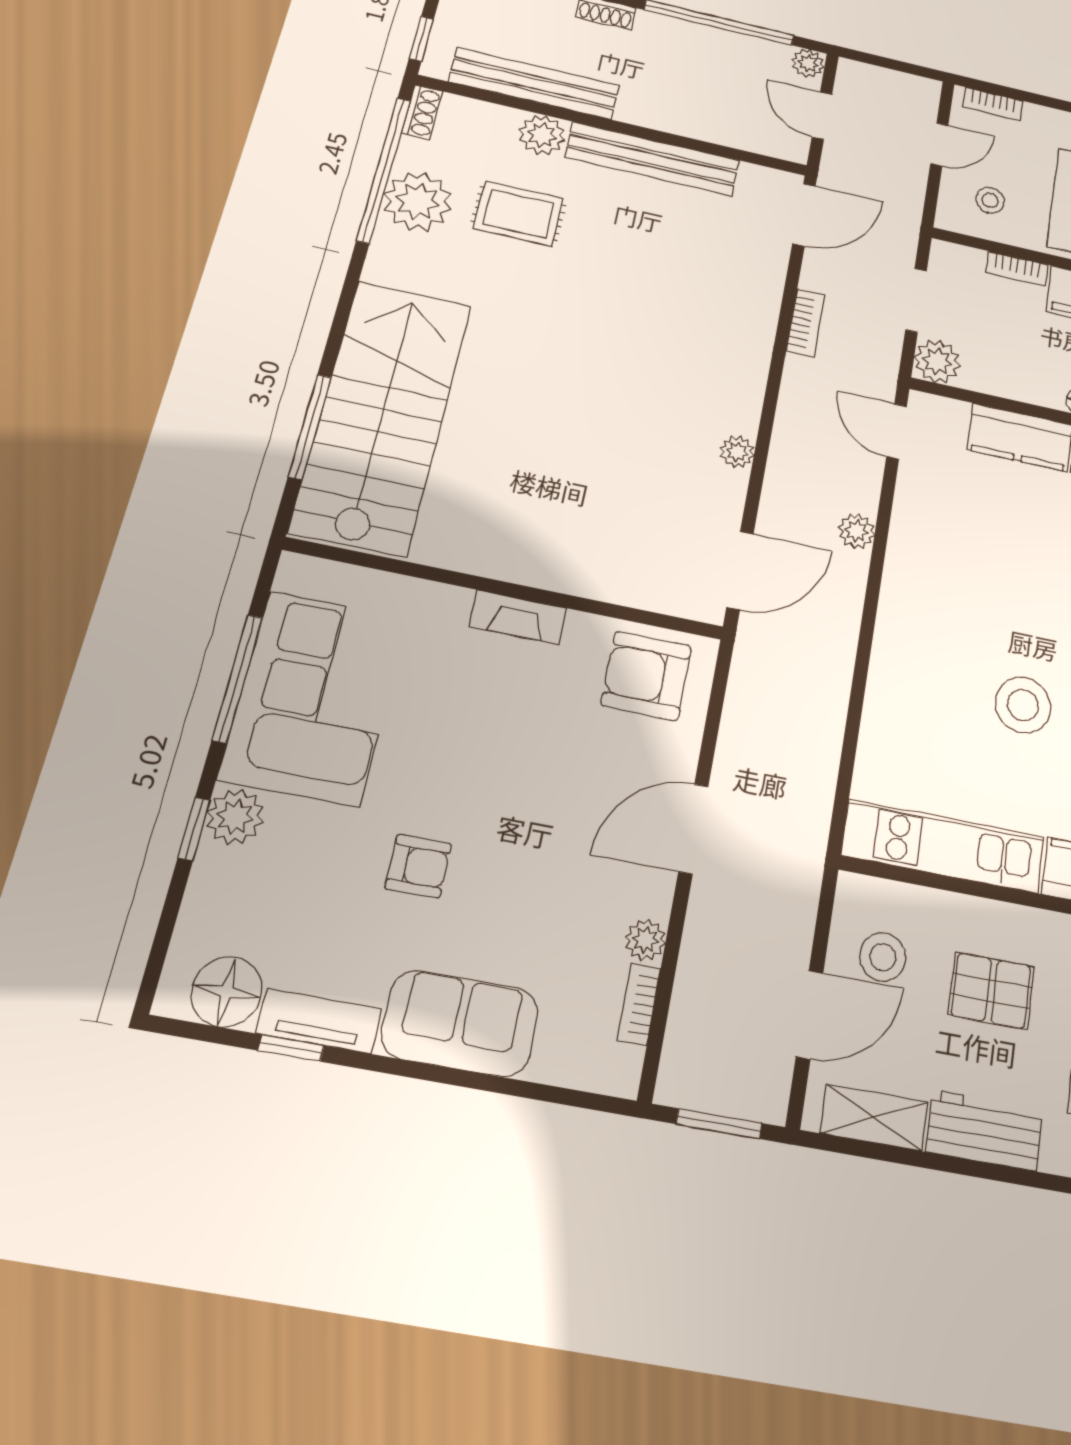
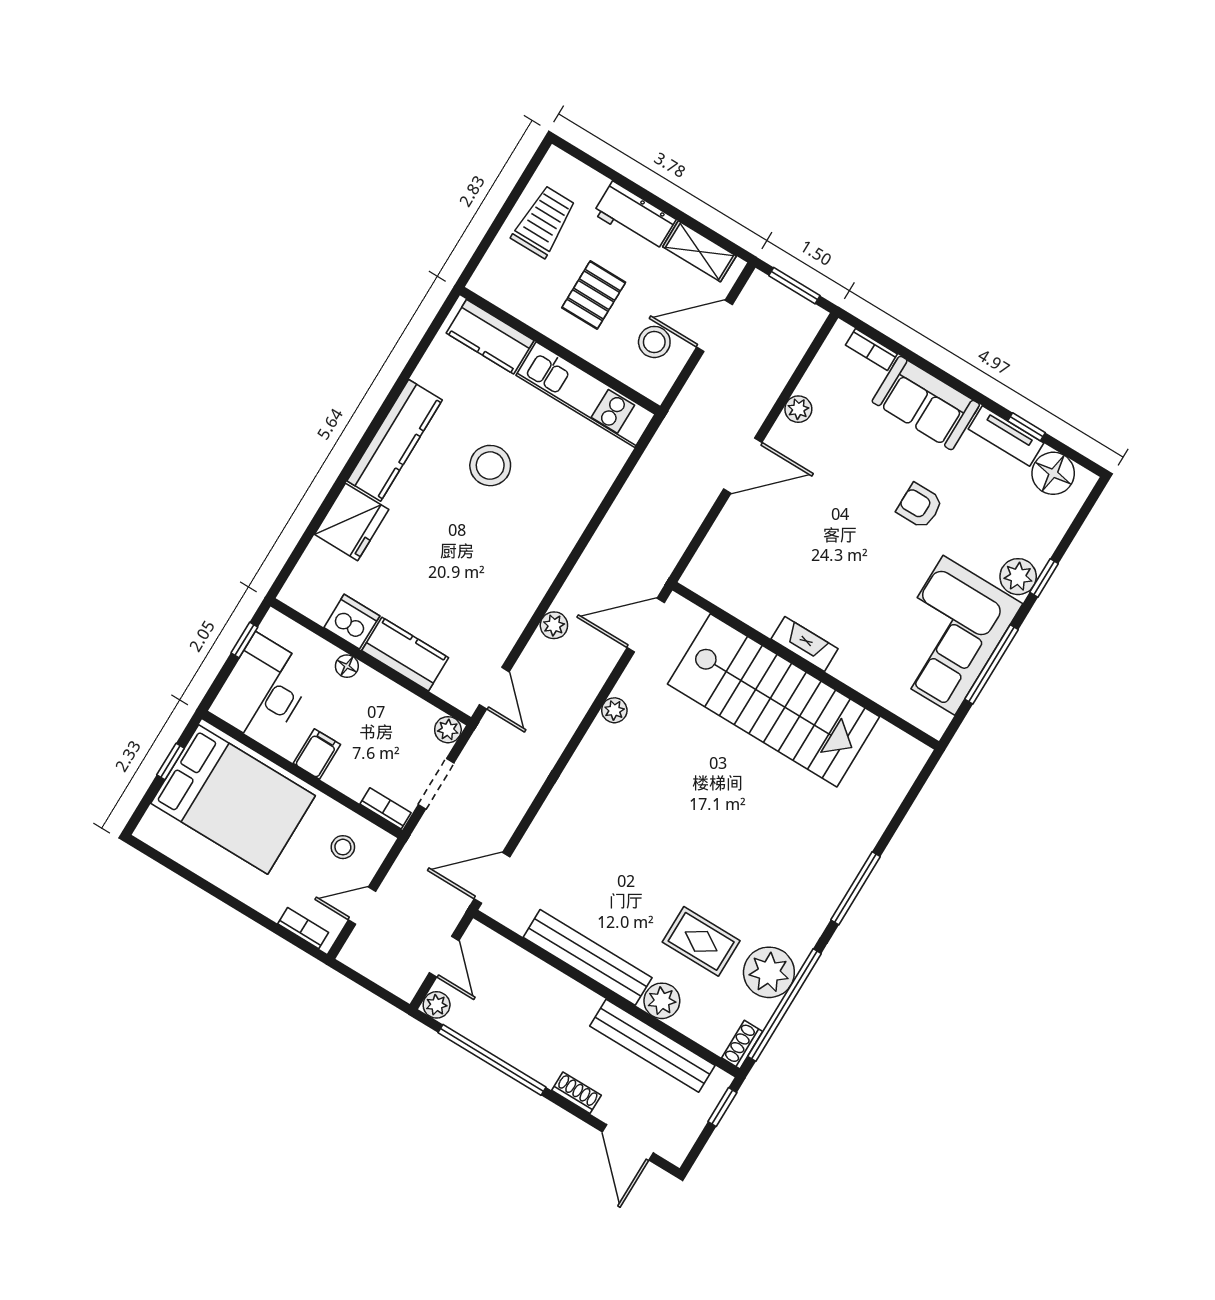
bookcase: (1017, 269) -> (385, 808), moved
bookcase: (805, 323) -> (526, 792), removed
plant: (937, 361) -> (448, 730), width x0.73, depth x0.73
stairs: (382, 416) -> (774, 700), moved, turned -90
window: (310, 427) -> (855, 888), moved
armchair: (646, 676) -> (735, 575), removed
pallet: (991, 991) -> (594, 295), turned 90
bookcase: (639, 1004) -> (871, 350), moved, turned 90

